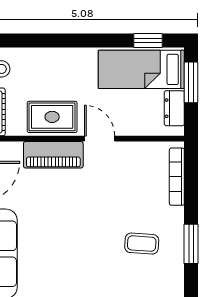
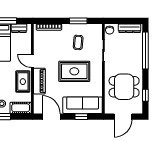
door: (100, 139) -> (32, 61), hinge flipped
rug: (76, 235) -> (74, 71), added

